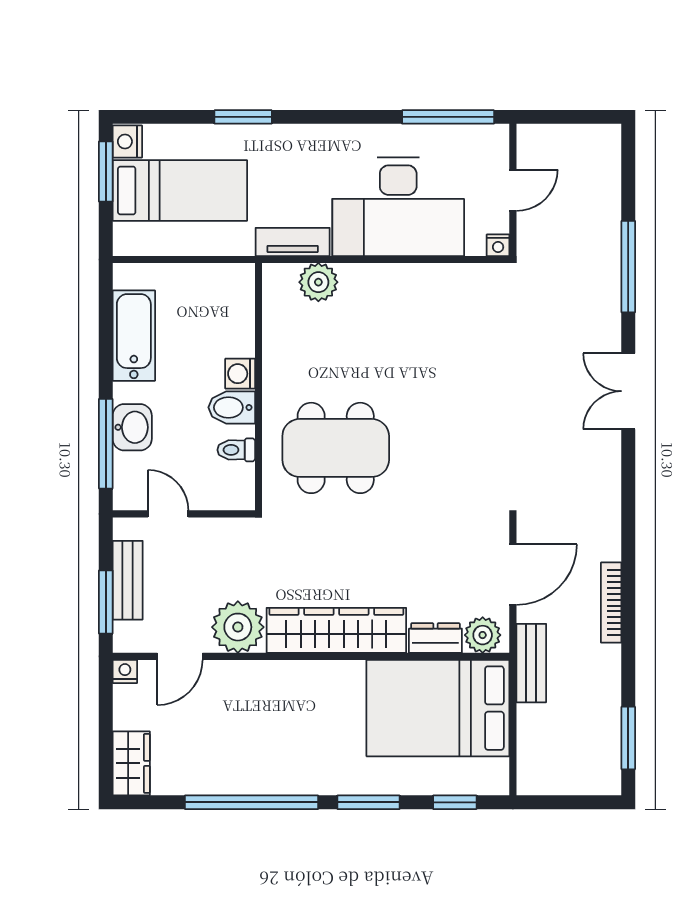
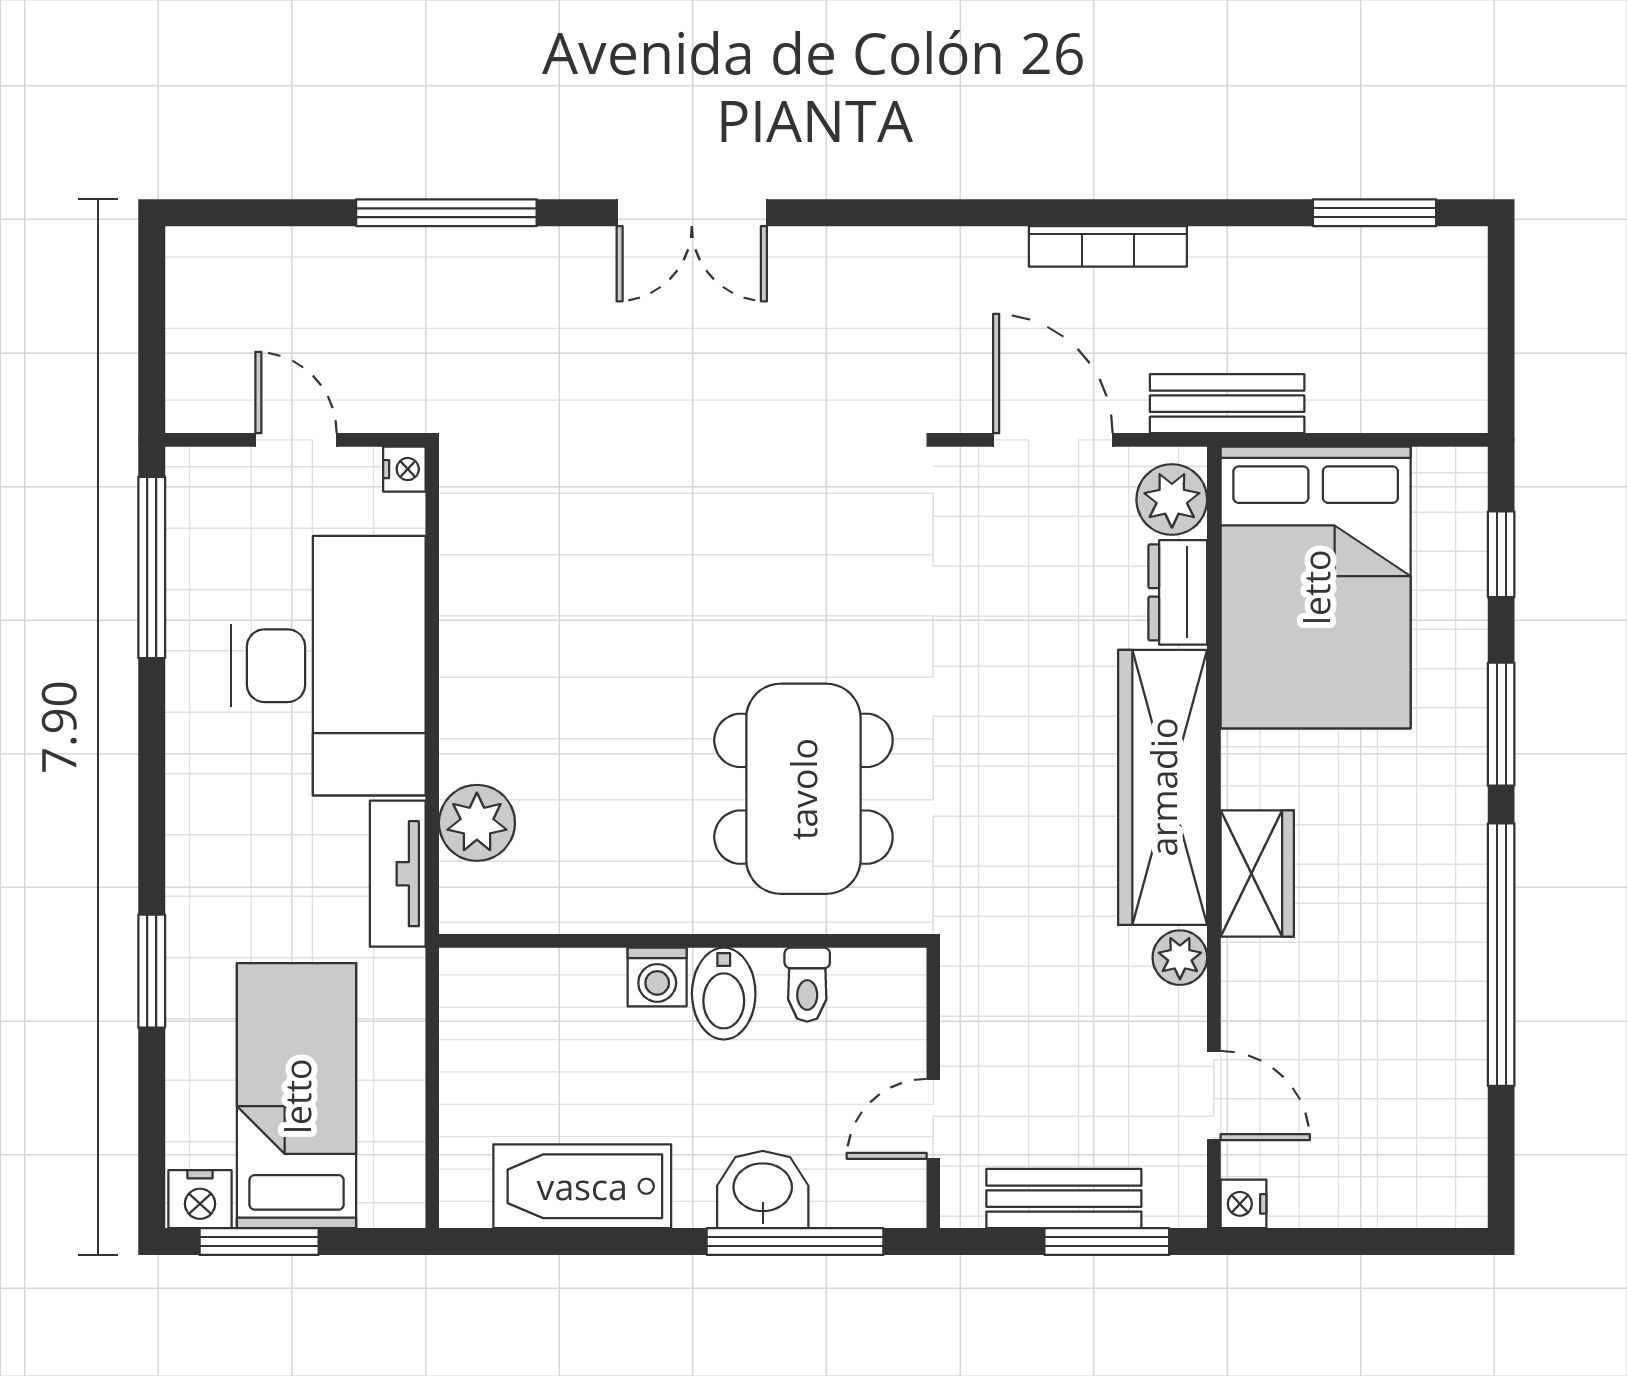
plant: (238, 627) -> (1180, 958), width x0.53, depth x0.53
wardrobe: (131, 763) -> (1257, 873), moved, turned 90

